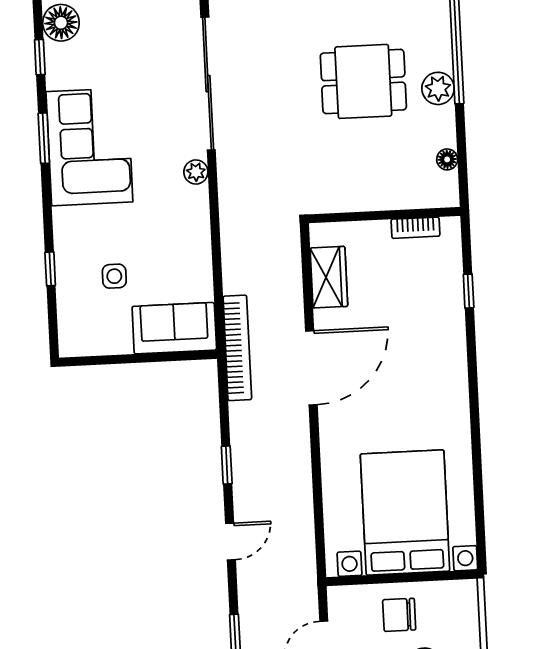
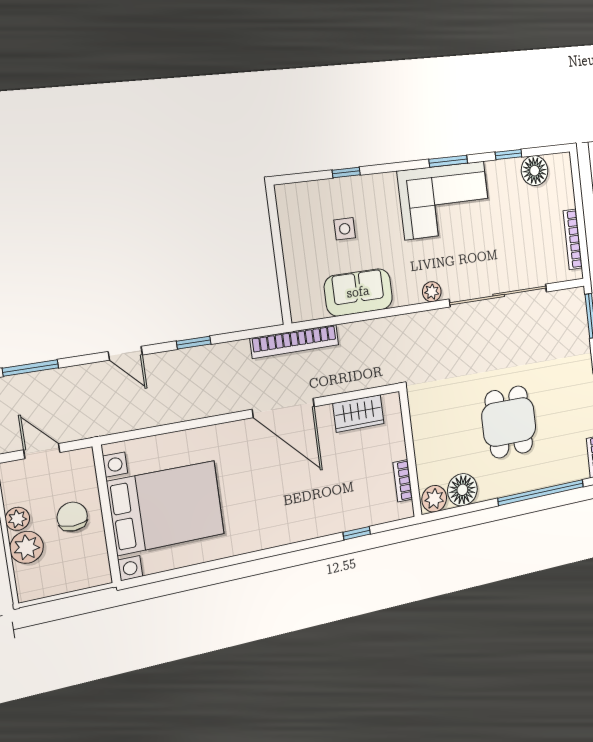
plant: (438, 88) -> (434, 499), moved
floor lamp: (447, 159) -> (462, 490), width x1.89, depth x1.89
sofa: (174, 328) -> (358, 292), moved, turned -90

